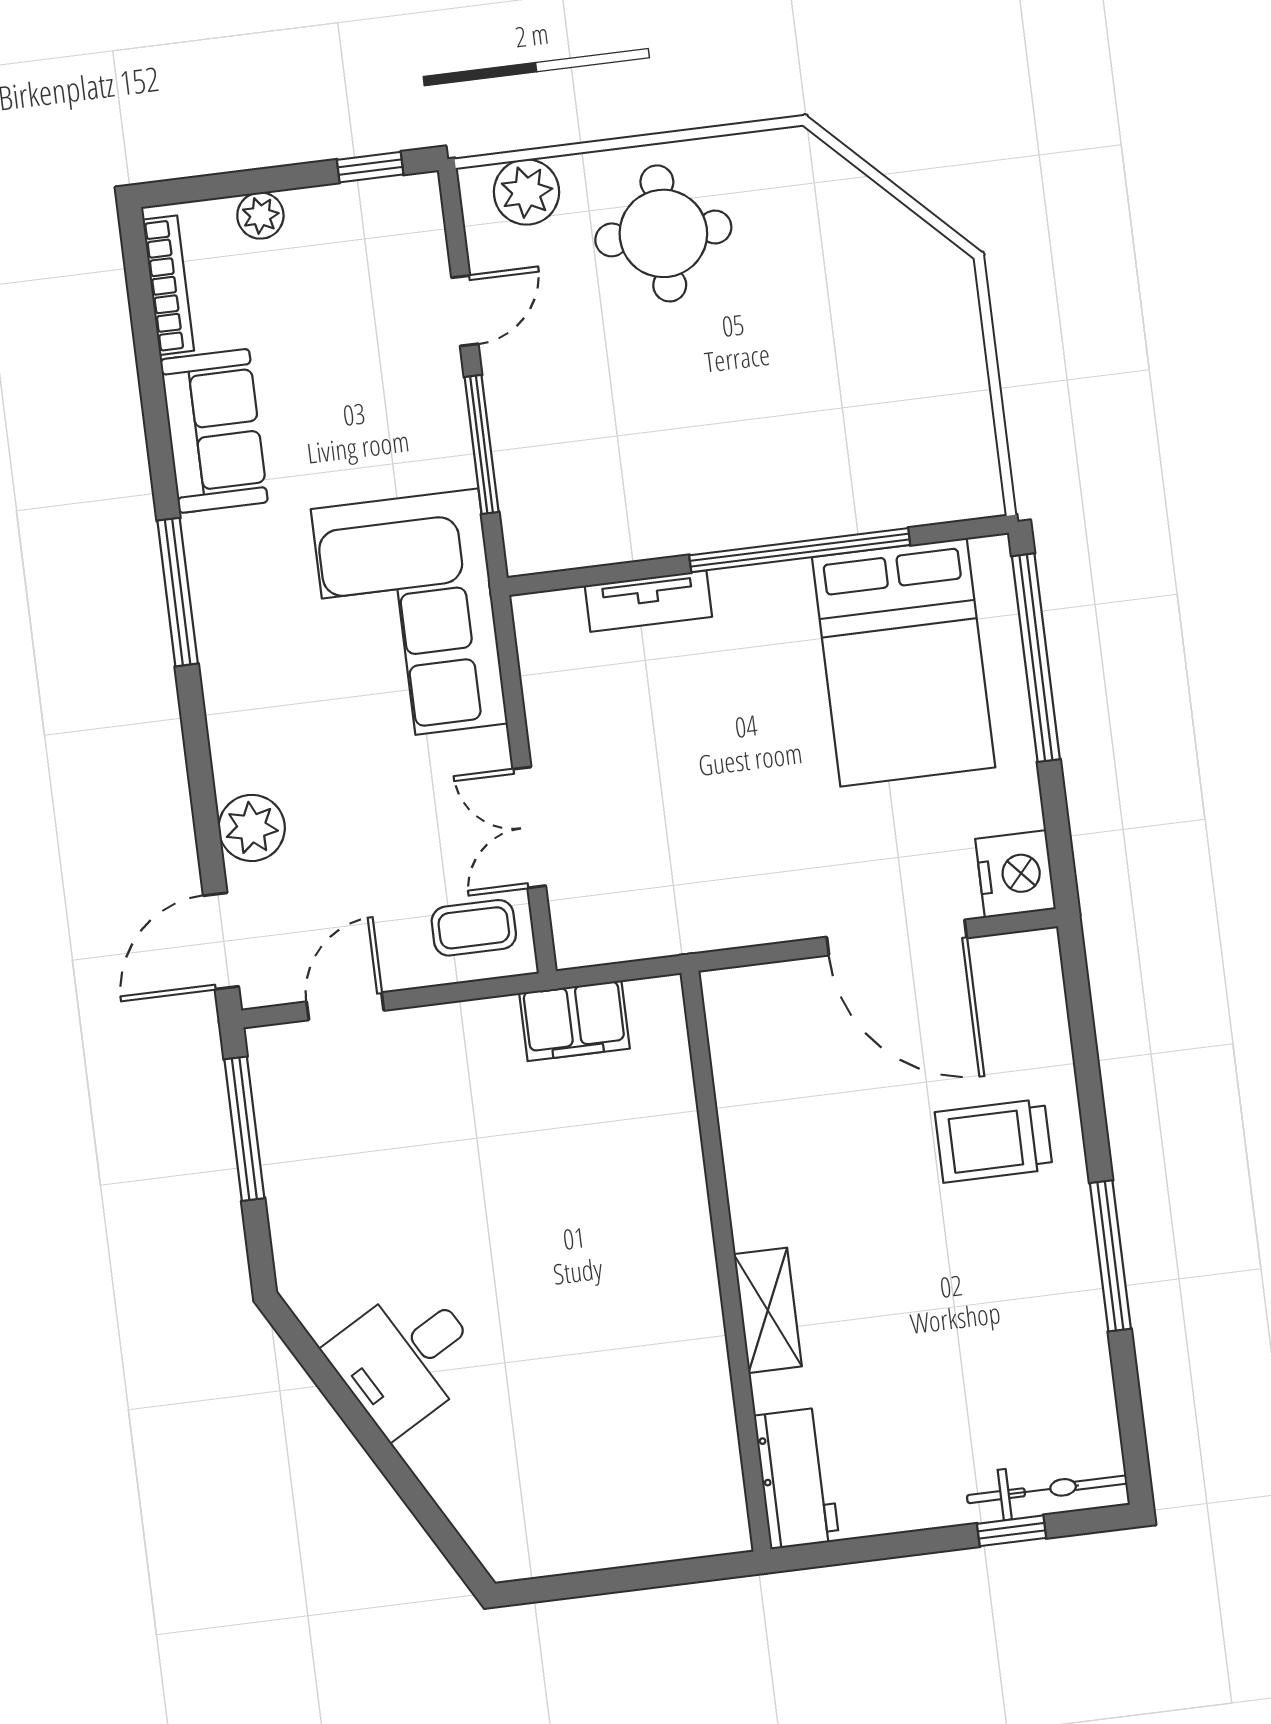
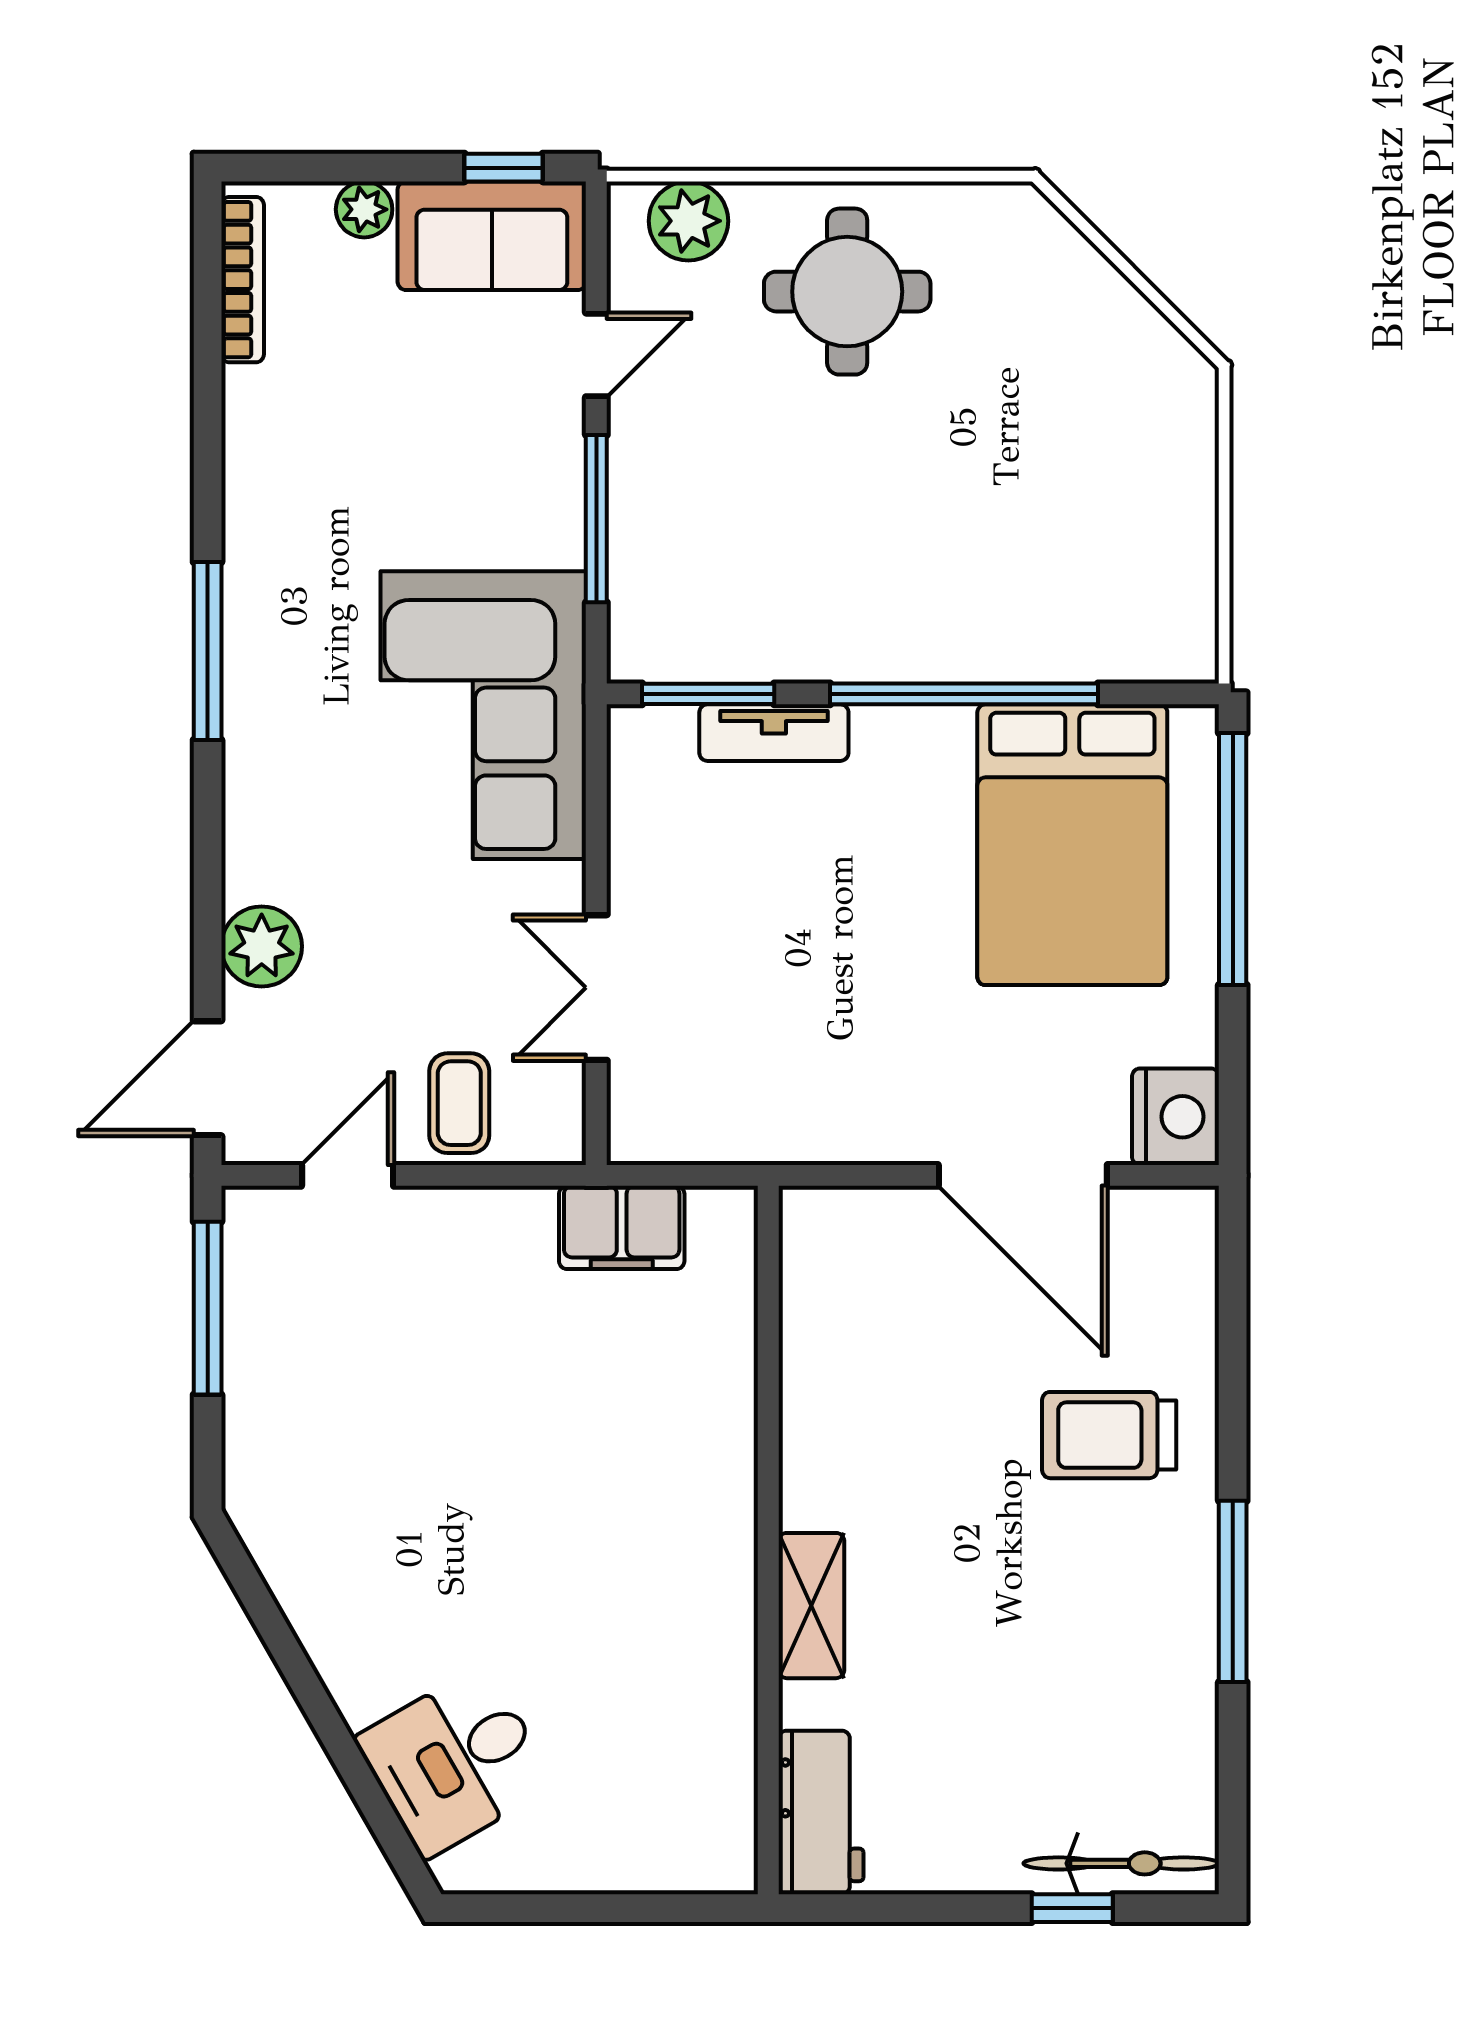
sofa: (214, 431) -> (492, 236), moved, turned 90
window: (591, 576) -> (708, 694), added
coffee table: (474, 928) -> (459, 1103), moved, turned 90
desk: (405, 1358) -> (455, 1762), moved

